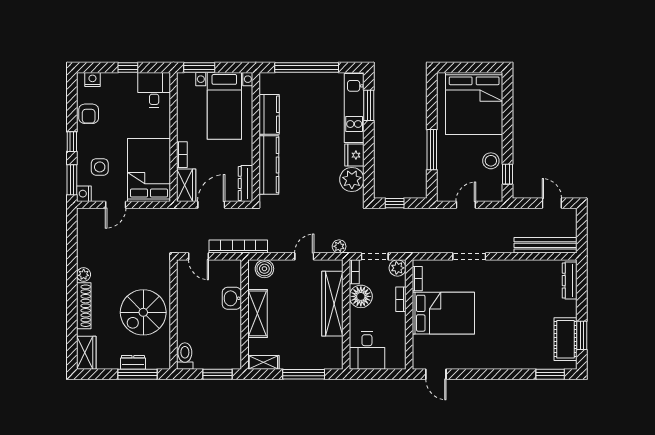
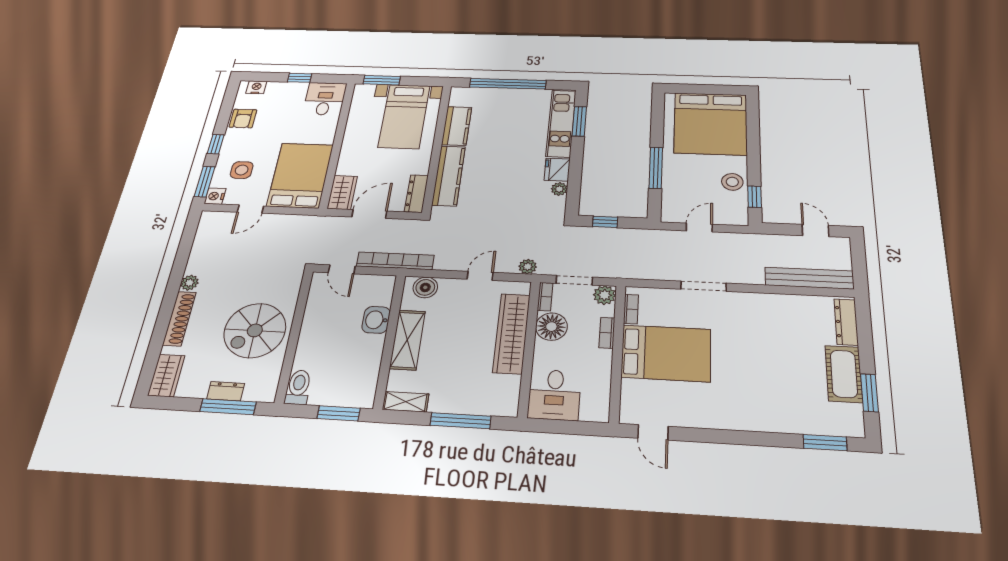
bookcase: (182, 155) -> (344, 161), removed
plant: (352, 179) -> (559, 189), width x0.53, depth x0.53
cot: (566, 339) -> (844, 374), moved

